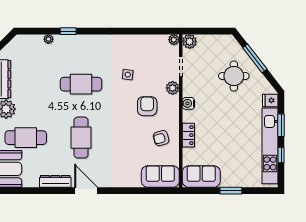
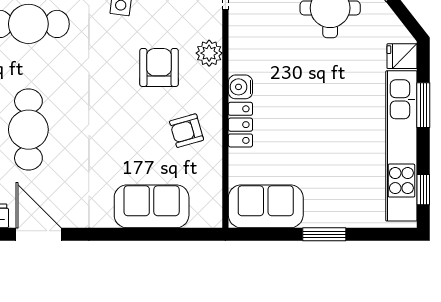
plant: (173, 88) -> (209, 53), moved
water cooler: (188, 103) -> (240, 87), moved
window: (281, 155) -> (423, 190), moved
sofa: (160, 176) -> (152, 206), moved

